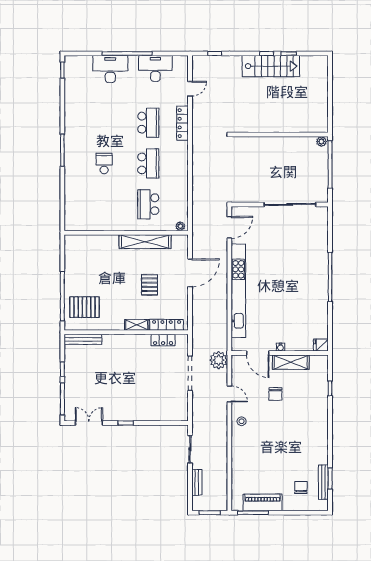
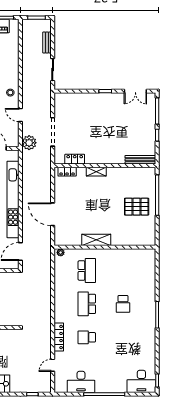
desk: (110, 69) -> (141, 381), moved
school desk: (148, 123) -> (87, 337), width x0.54
shelving: (145, 242) -> (96, 240), width x0.68
door: (190, 273) -> (53, 214), hinge flipped
pallet: (150, 285) -> (86, 204), removed
pallet: (84, 307) -> (137, 207), moved
locker: (167, 325) -> (67, 172), width x0.66

